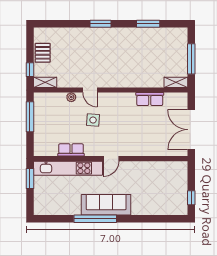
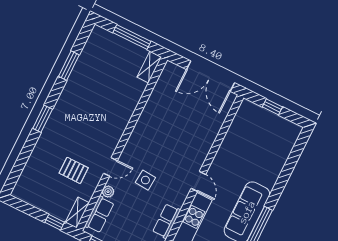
pallet: (43, 53) -> (74, 170), moved
row of seats: (150, 99) -> (99, 215), moved
window: (191, 198) -> (272, 107), moved

